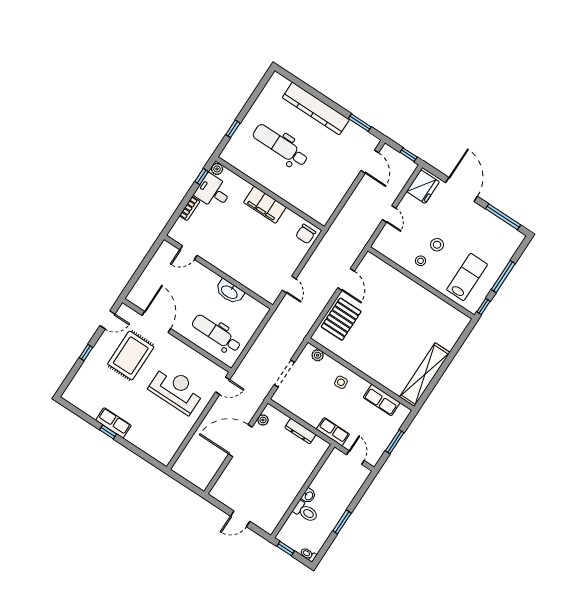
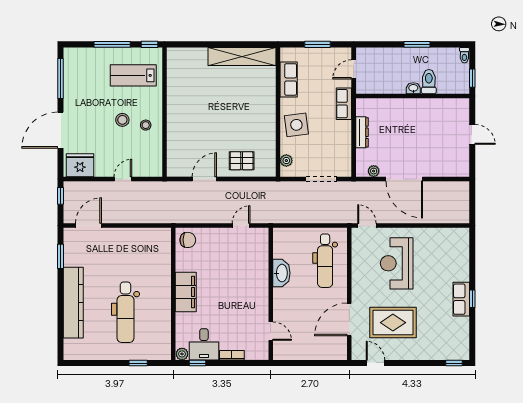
pallet: (341, 319) -> (242, 161), width x0.67, depth x0.71
window: (86, 353) -> (454, 363), moved
side table: (341, 382) -> (296, 125), width x1.87, depth x1.87

